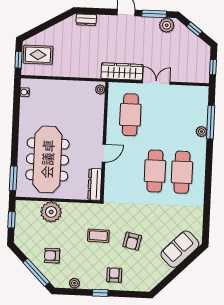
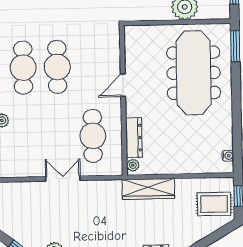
wardrobe: (122, 71) -> (148, 189), moved
double door: (156, 82) -> (63, 179), swing flipped
dresser: (95, 184) -> (134, 138), moved

